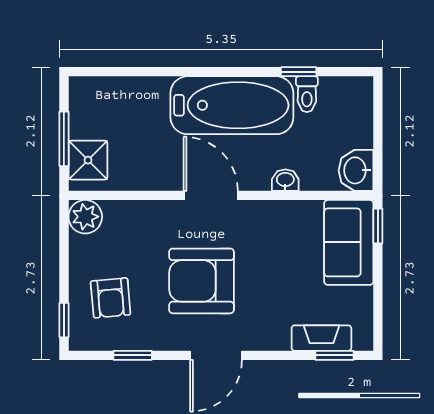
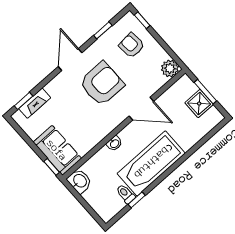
shower: (88, 160) -> (199, 104), moved
washbasin: (285, 180) -> (114, 143), moved
door: (211, 195) -> (141, 109), moved

